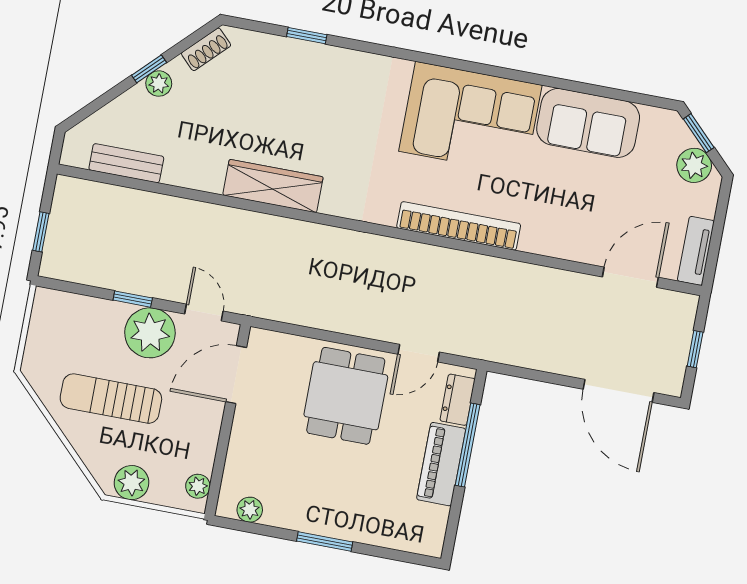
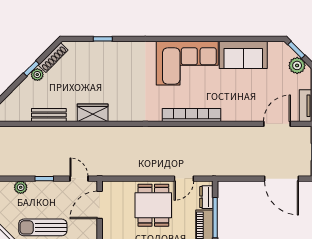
shoe rack: (206, 49) -> (53, 58), width x1.43
bench: (126, 163) -> (49, 115), moved
wardrobe: (273, 186) -> (93, 113), width x0.67
plant: (150, 333) -> (21, 187), moved, width x0.53, depth x0.53

